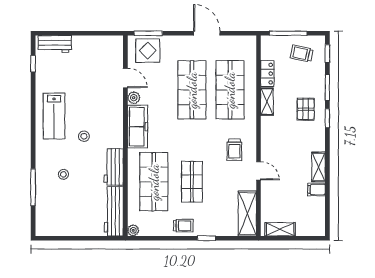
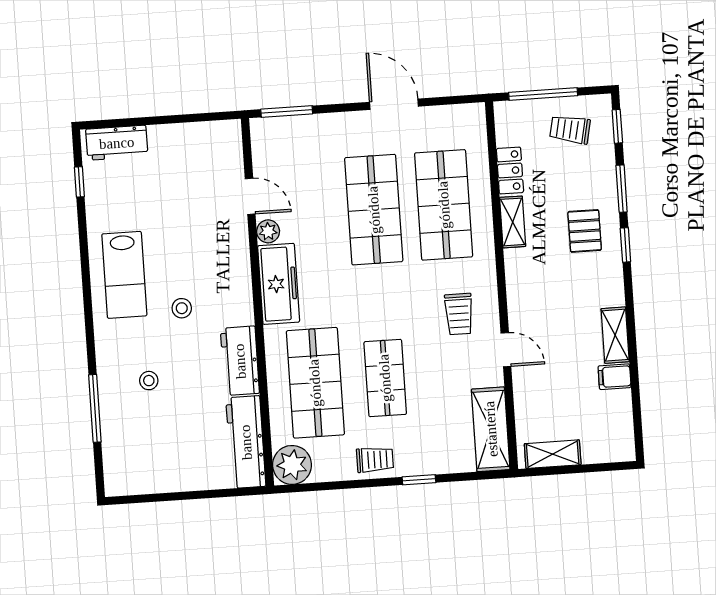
display table: (148, 51) -> (288, 143), removed
plant: (133, 230) -> (292, 465), width x1.87, depth x1.87

